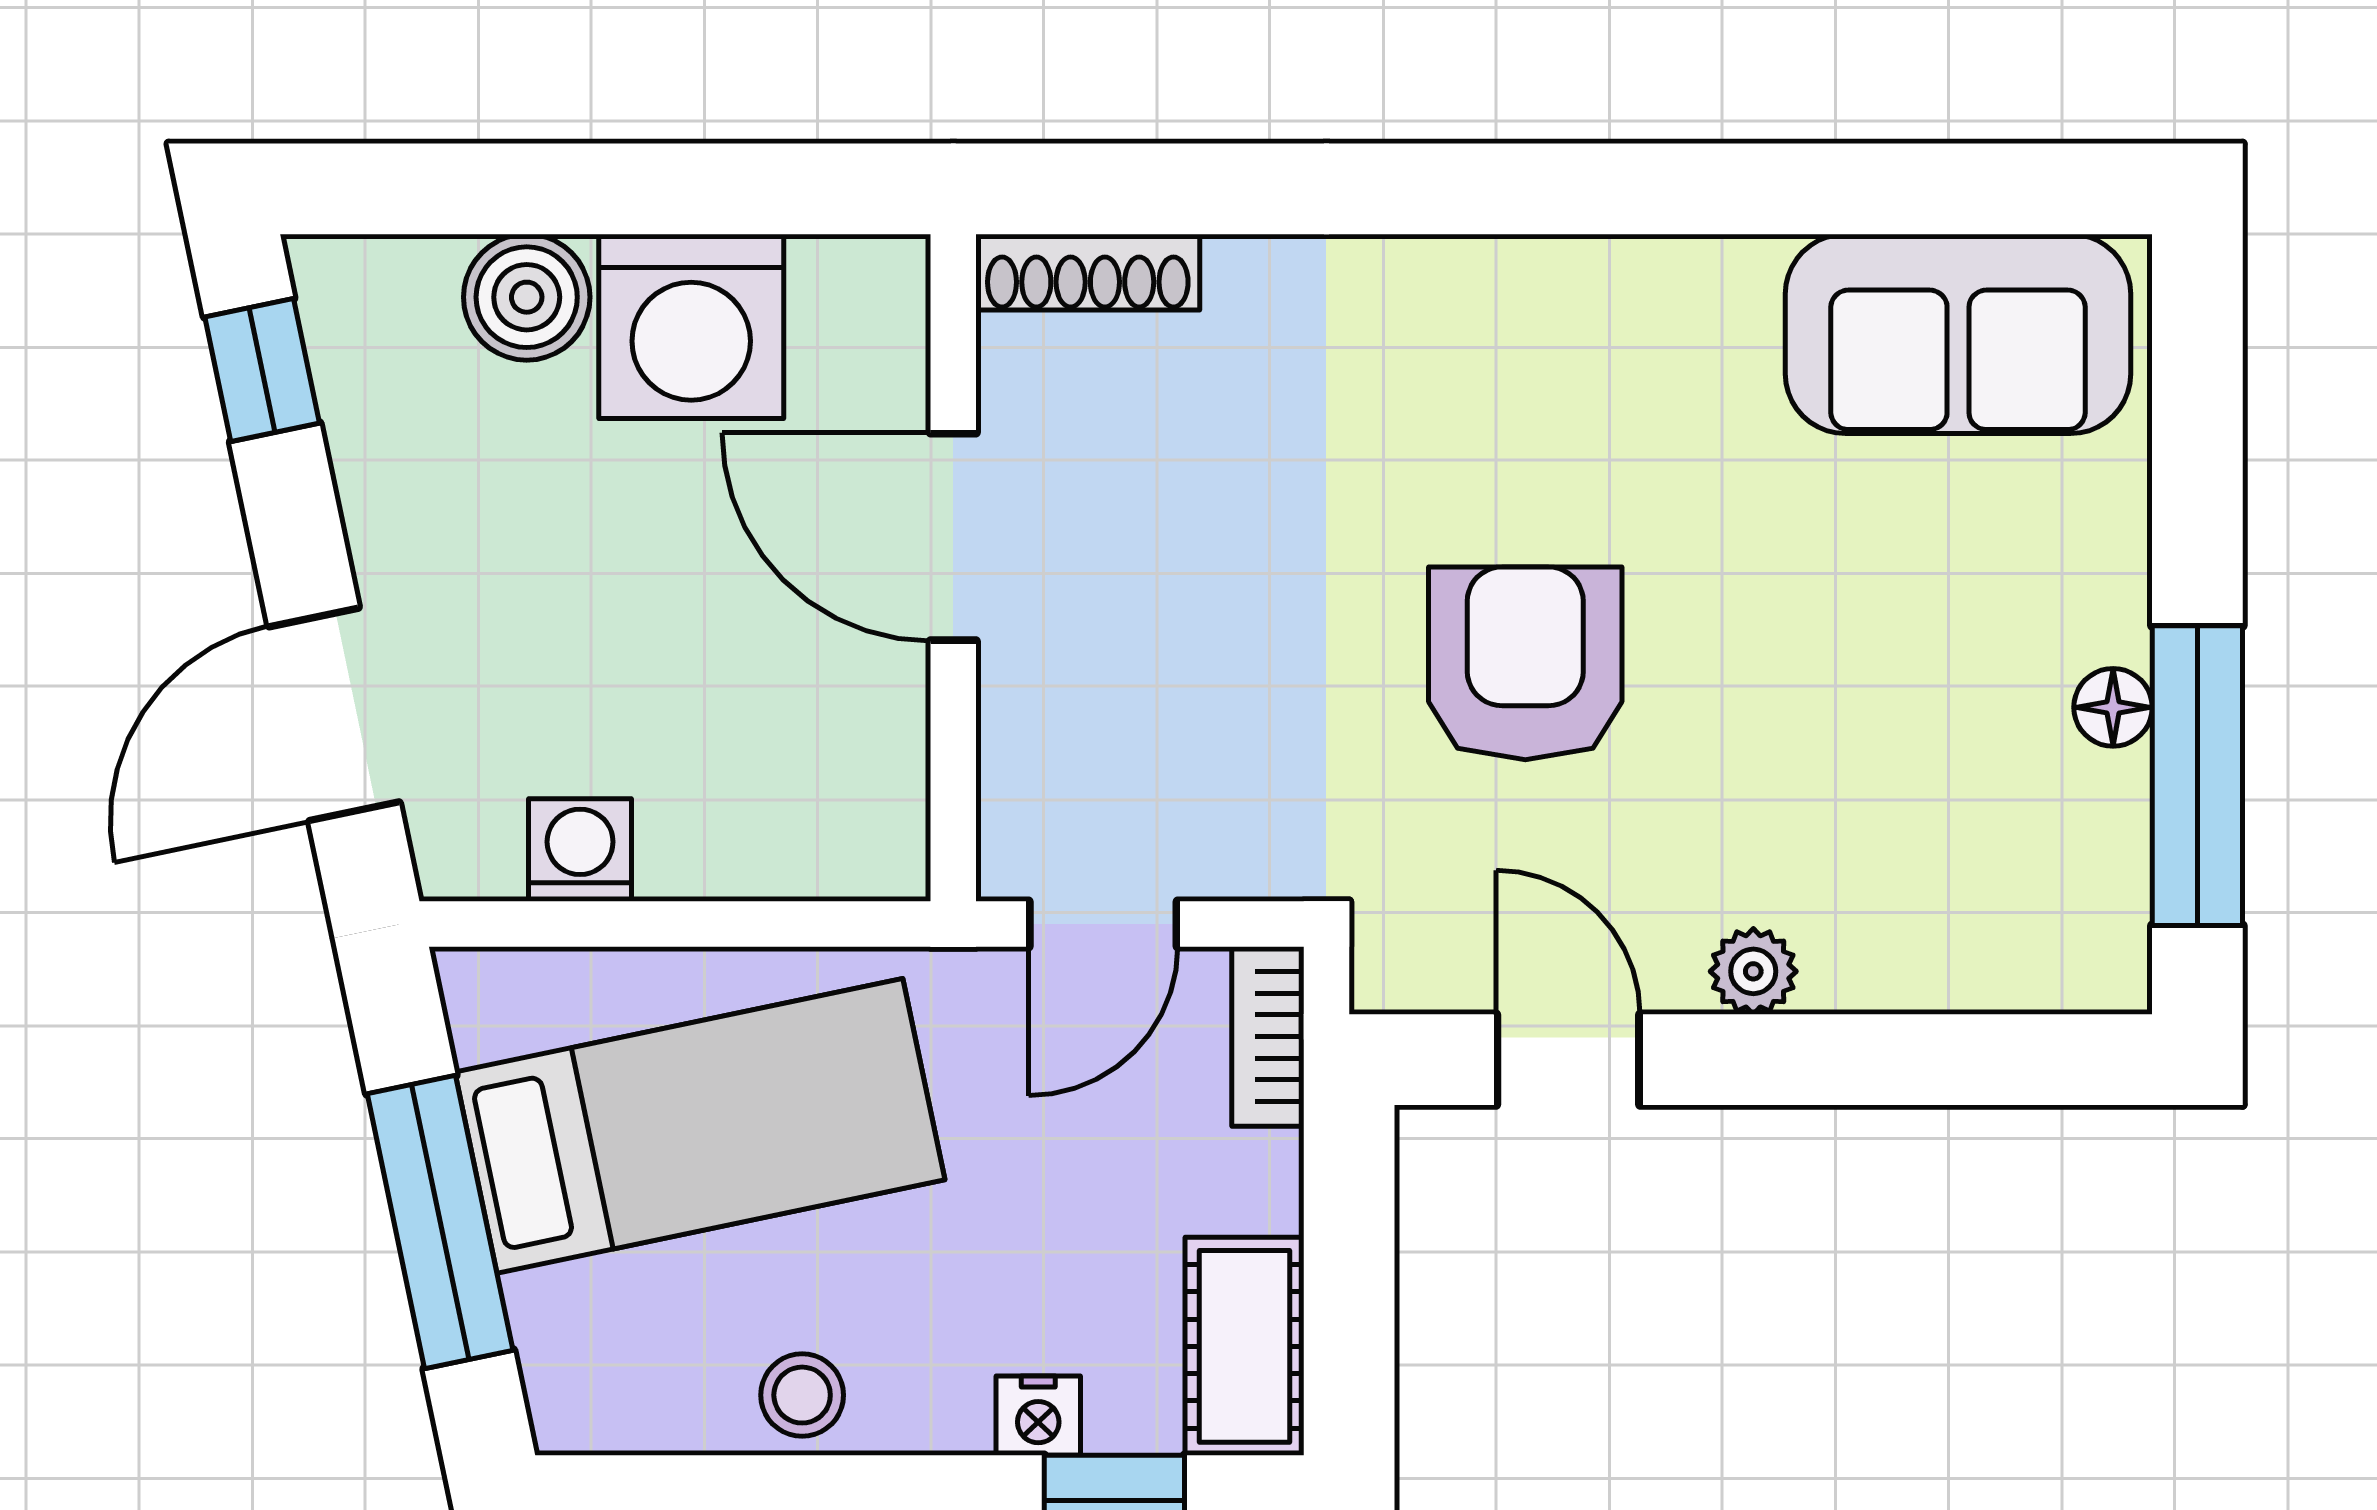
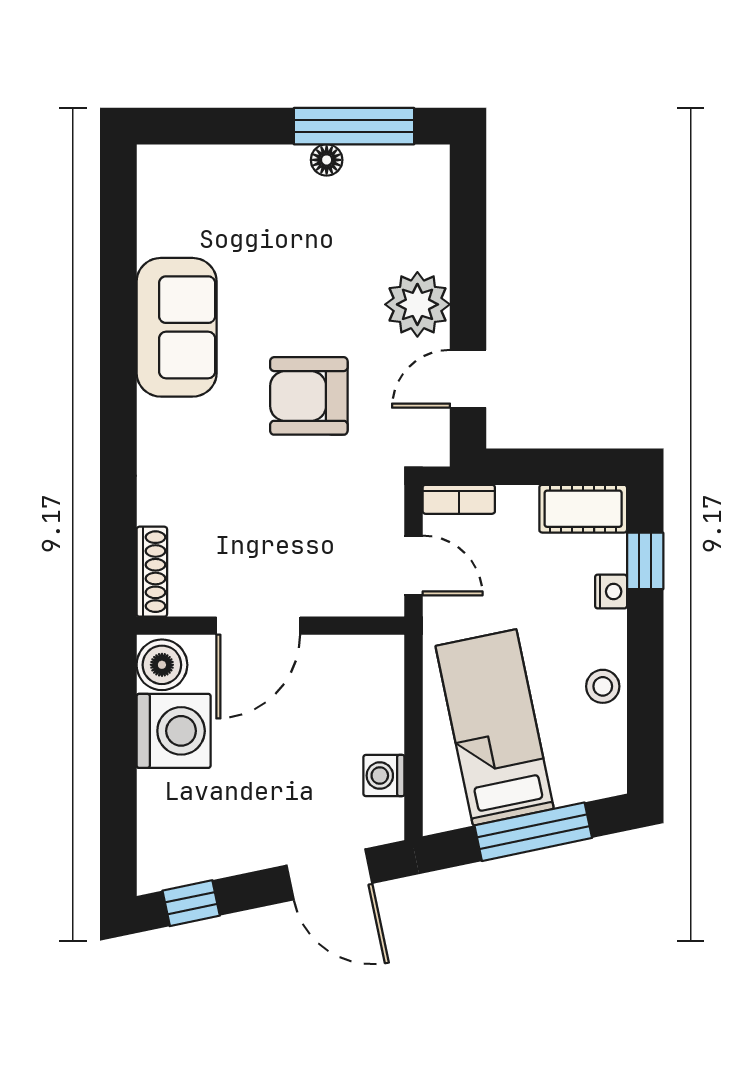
boiler: (527, 297) -> (162, 665), moved
sofa: (1958, 334) -> (177, 327), moved
plant: (1753, 971) -> (417, 304), width x1.88, depth x1.88

